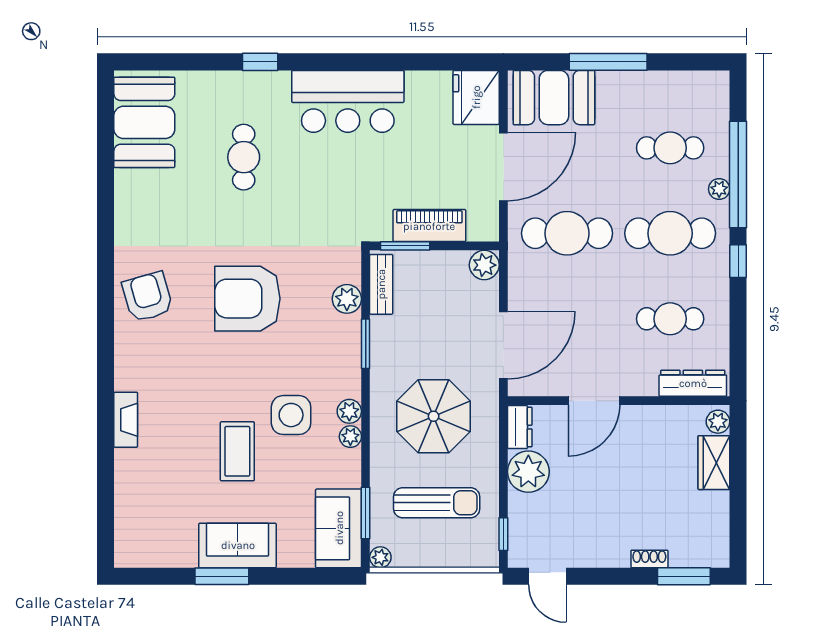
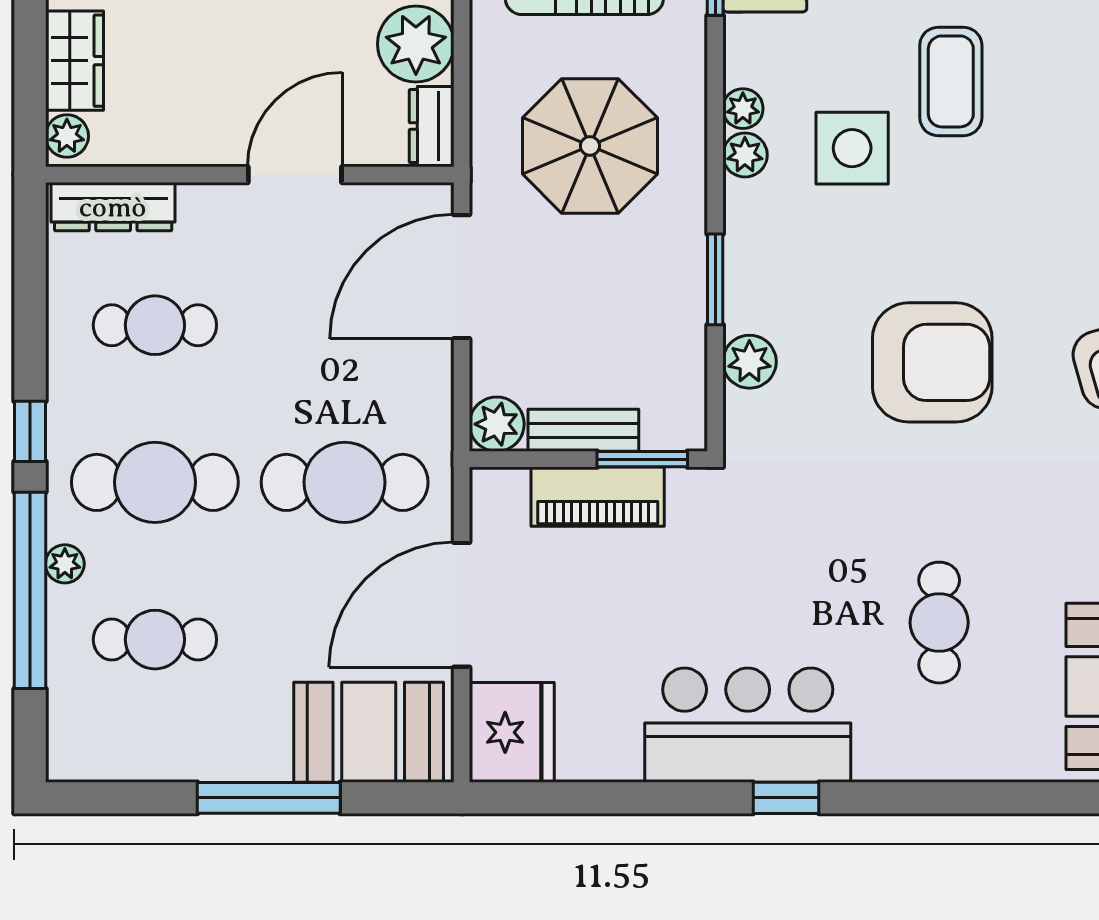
window: (260, 62) -> (786, 798), moved
bench: (381, 284) -> (583, 430), moved, turned 90

